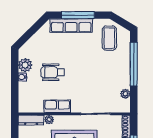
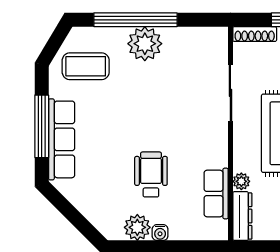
wheelchair: (53, 72) -> (151, 174), turned 180
plant: (125, 94) -> (145, 44), moved, width x1.87, depth x1.87
row of seats: (57, 106) -> (216, 193), moved

